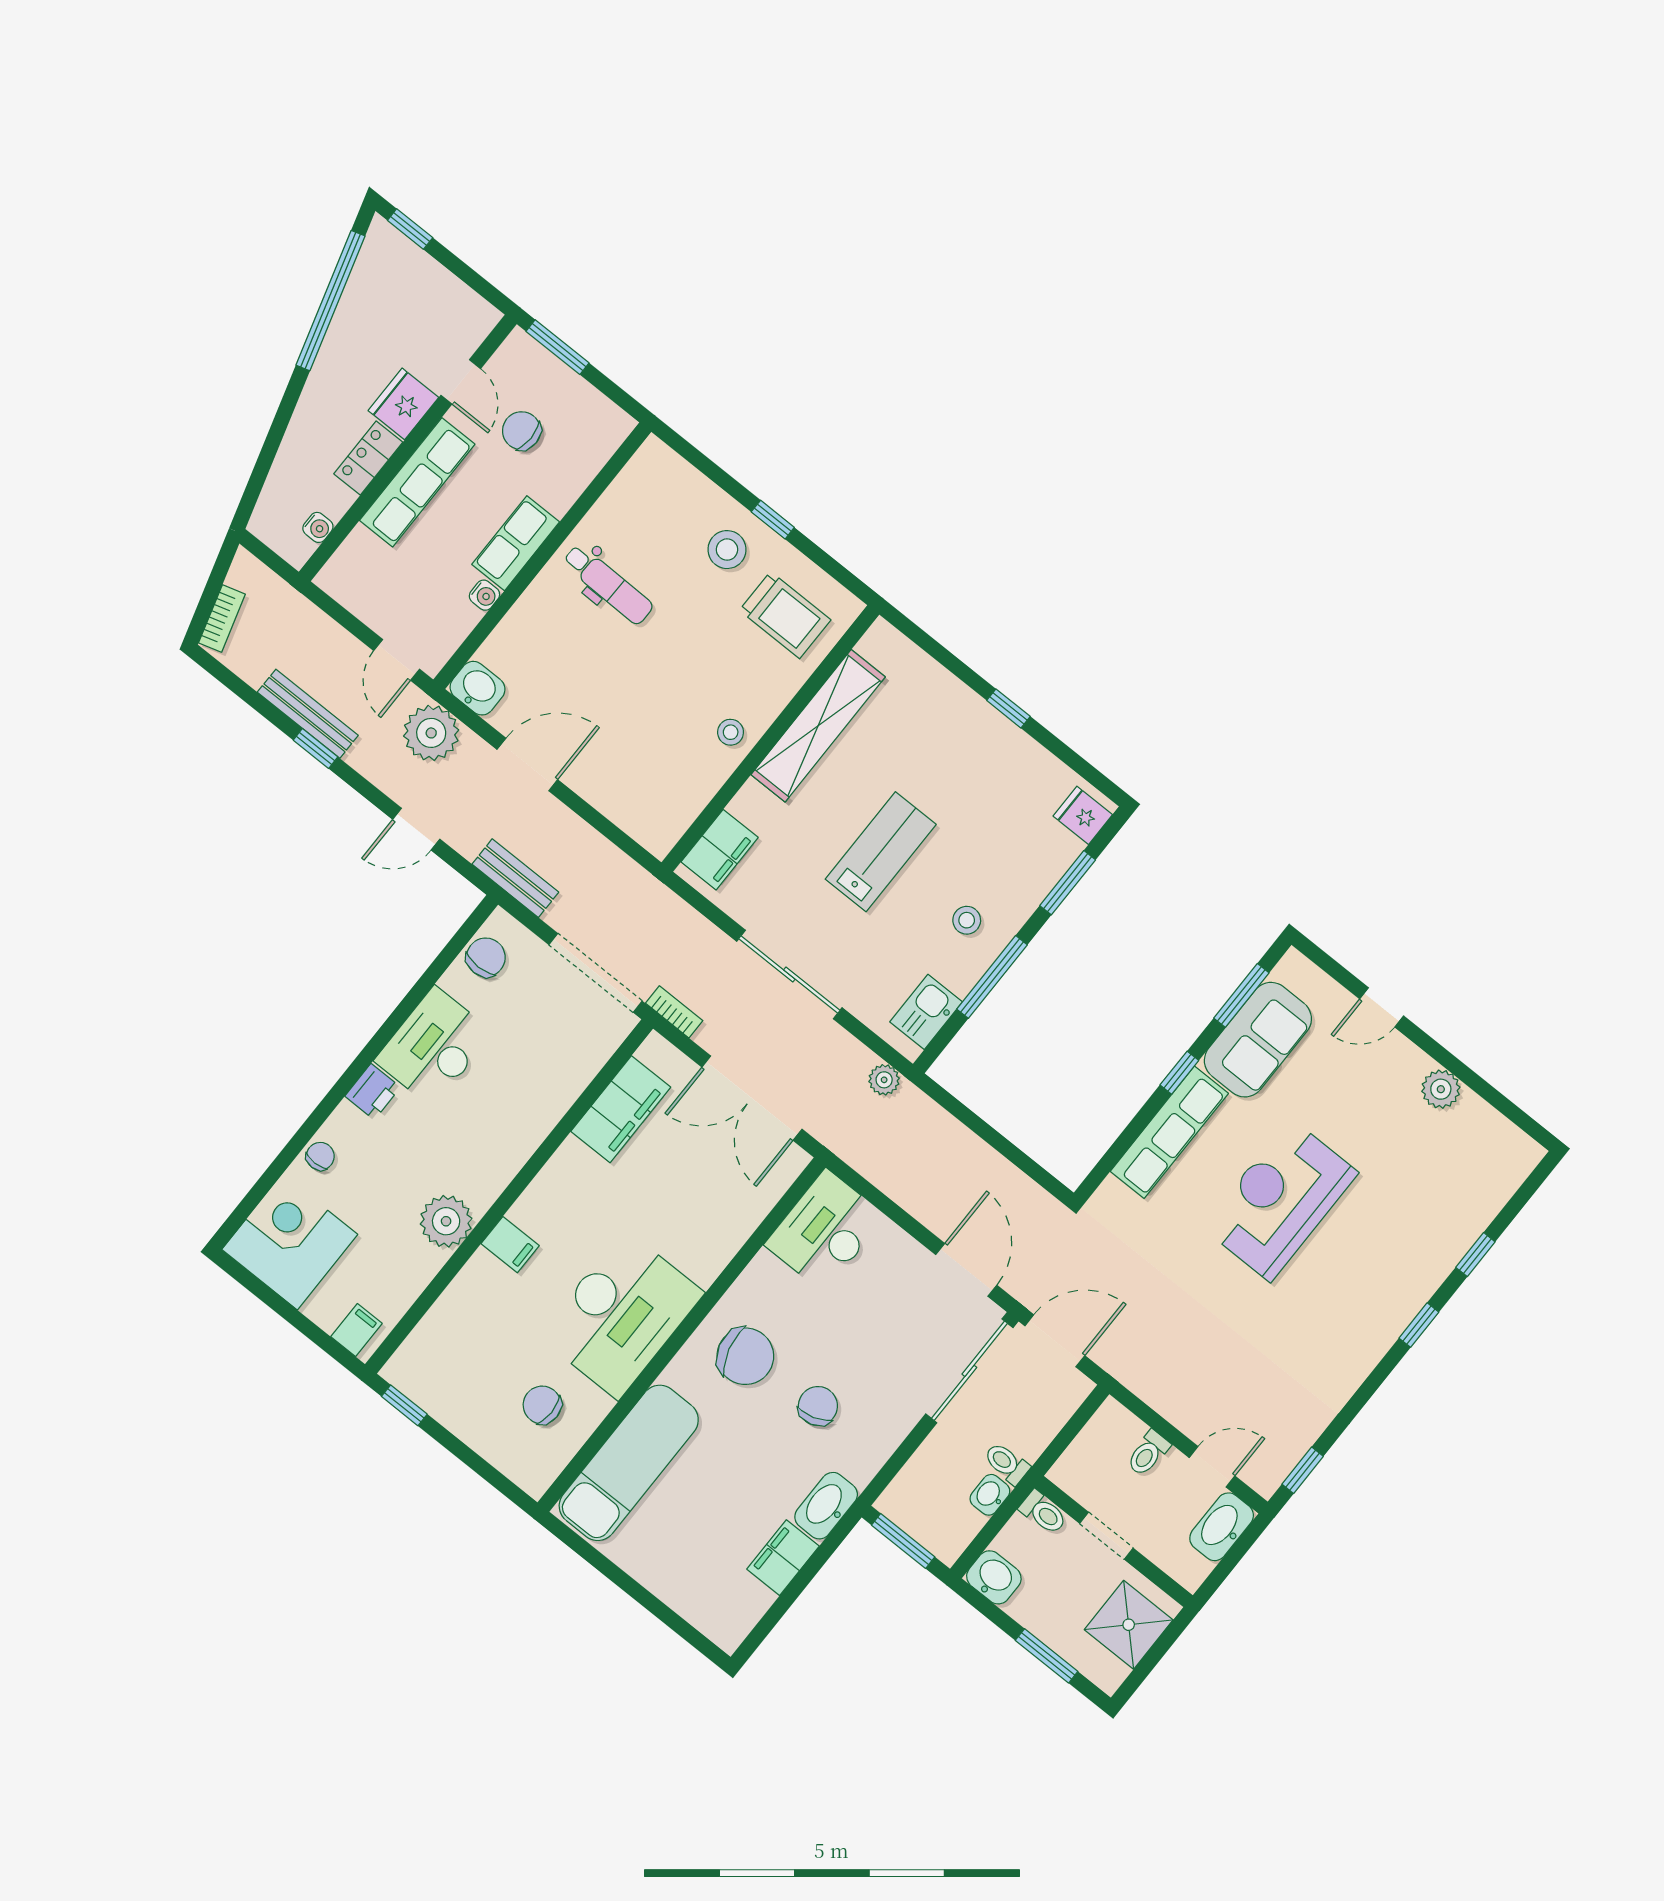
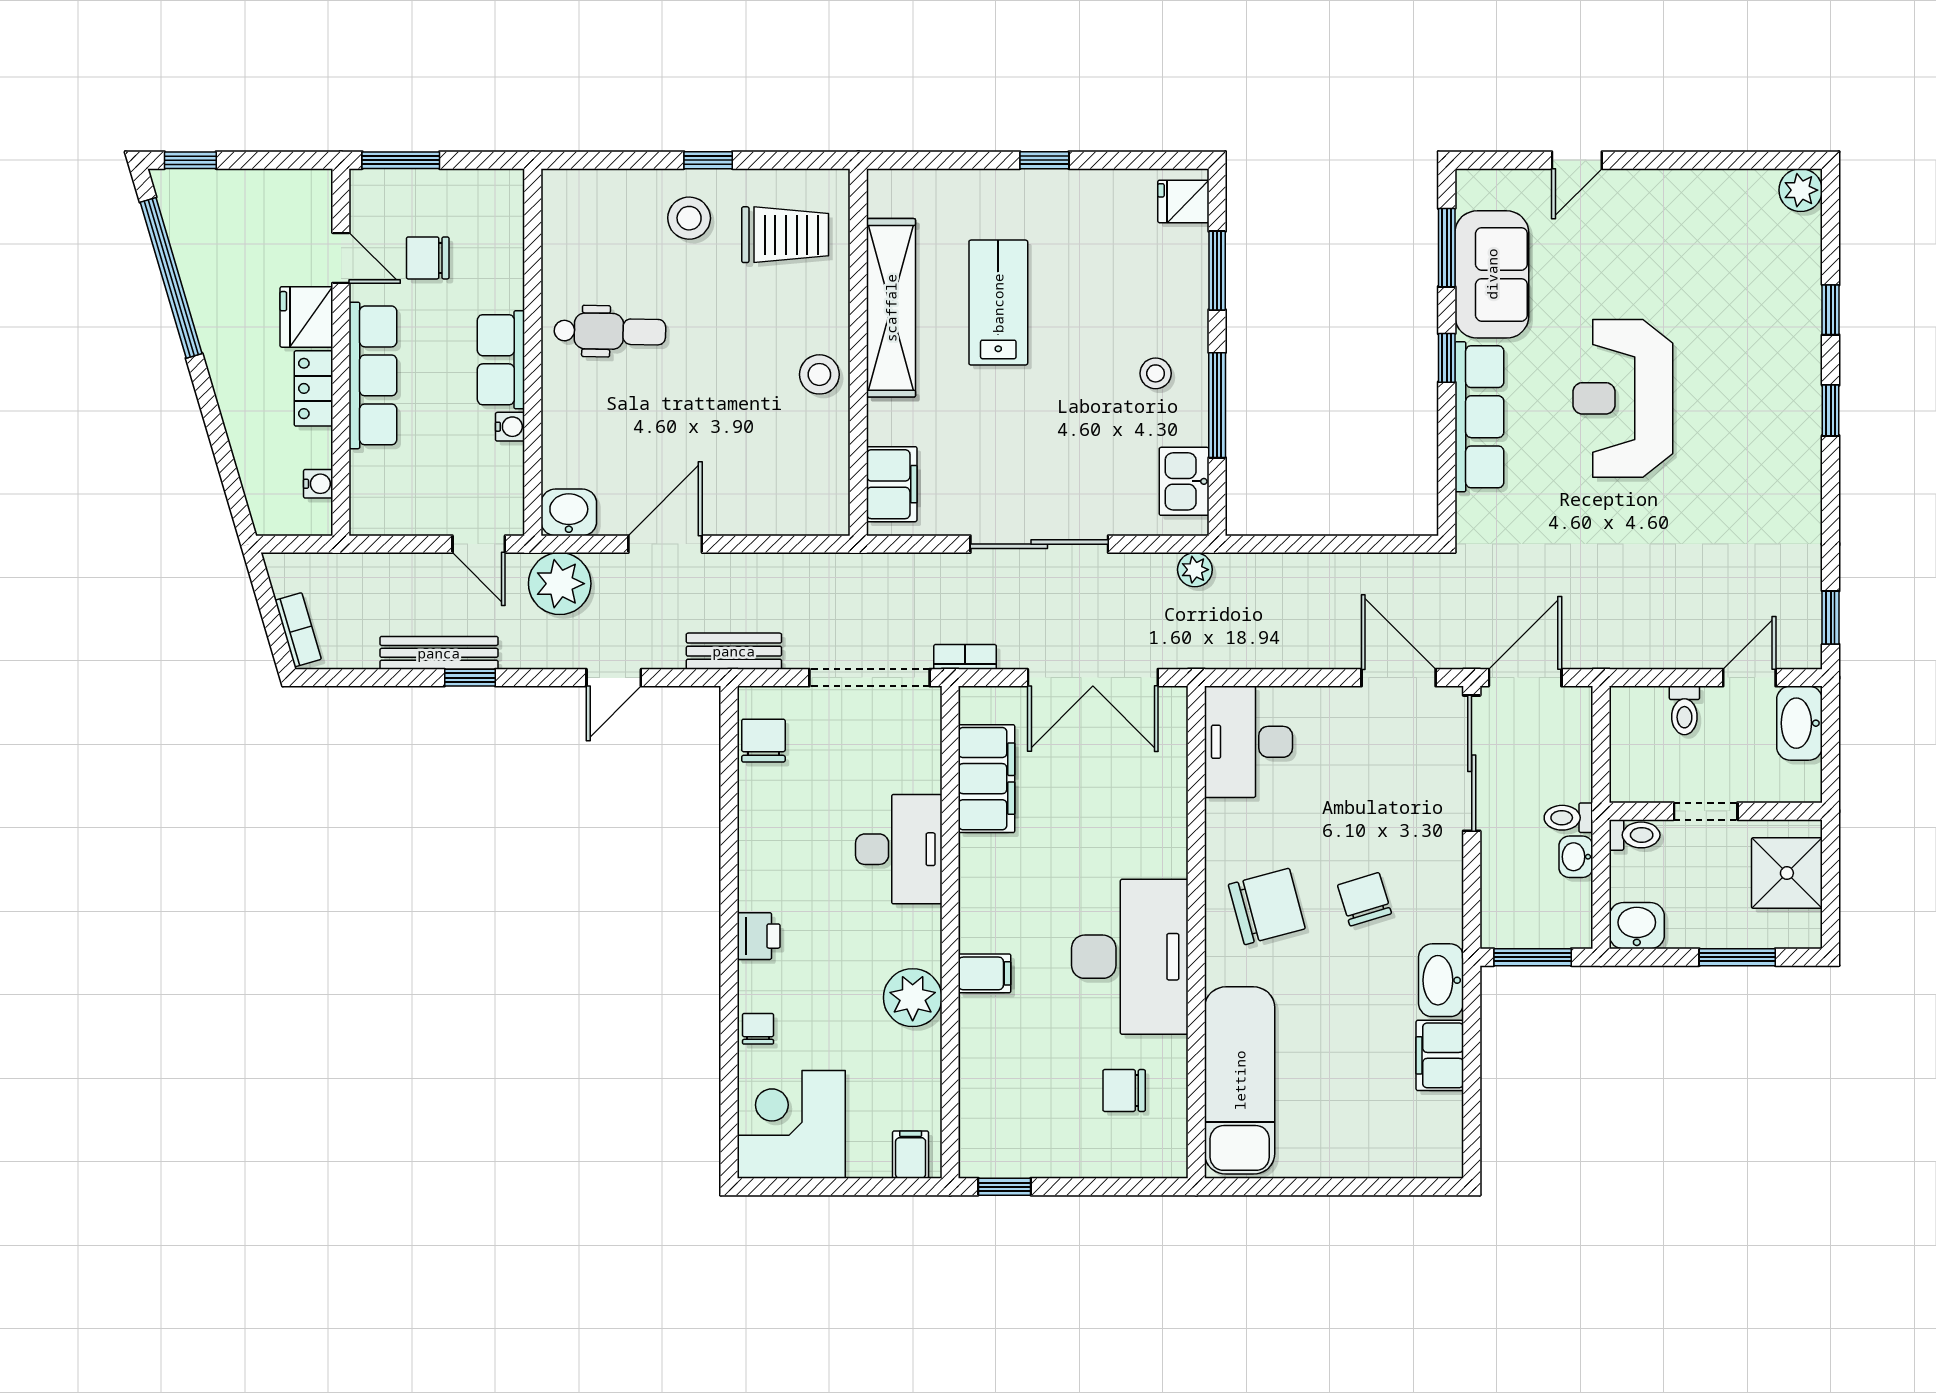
stool: (731, 732) -> (819, 374), width x1.37, depth x1.37
lab bench: (881, 852) -> (998, 303), moved
desk: (434, 1047) -> (899, 849), moved, turned 180
plant: (1441, 1089) -> (1801, 190), moved

